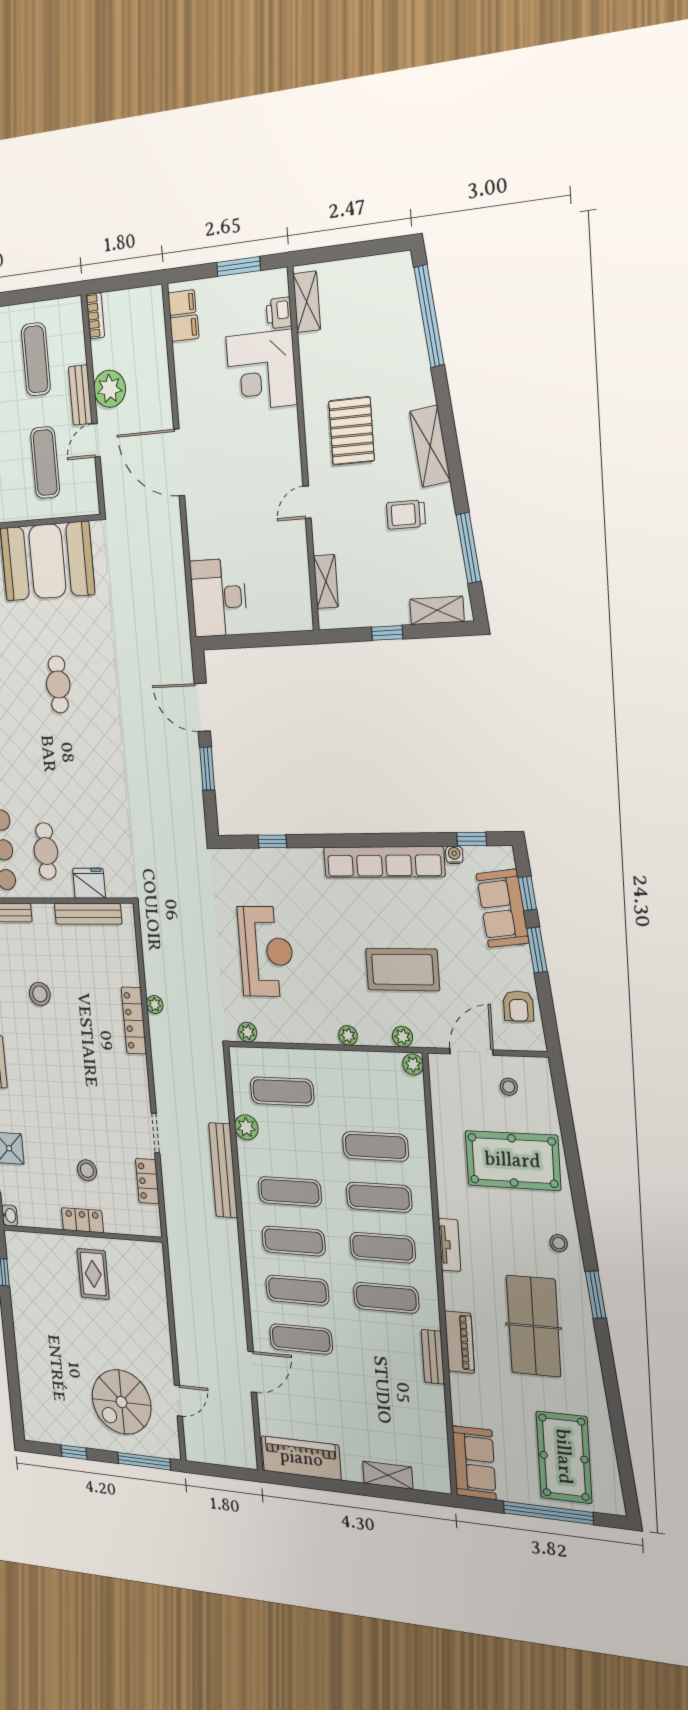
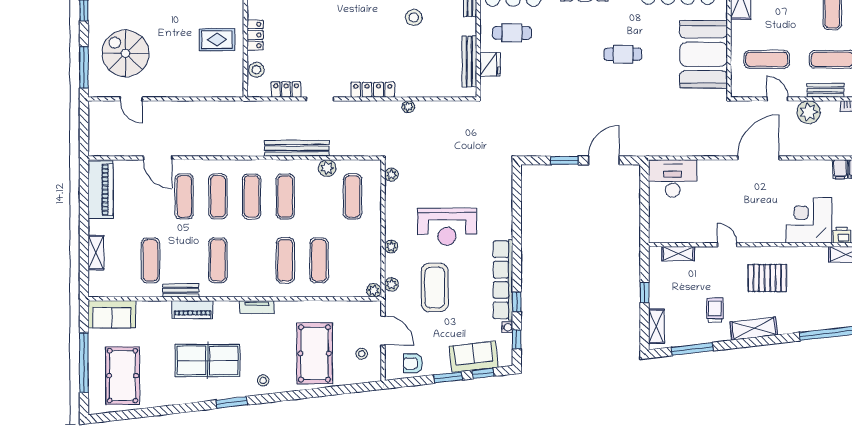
bench: (80, 395) -> (825, 90), moved
window: (272, 841) -> (517, 302), moved
reception desk: (266, 952) -> (447, 227), moved
locker: (134, 1021) -> (373, 90), moved
stool: (87, 1170) -> (256, 70), moved
exercise mat: (383, 1248) -> (151, 260), moved
pool table: (564, 1457) -> (123, 376), turned 90

